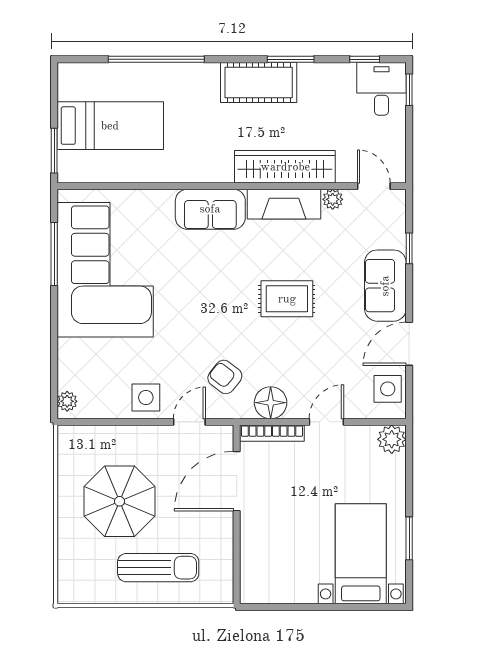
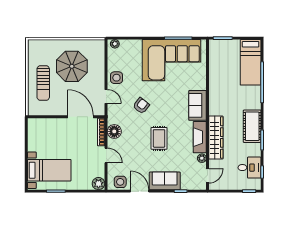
desk: (381, 89) -> (249, 168), moved
bed: (110, 126) -> (251, 62), moved
armchair: (225, 377) -> (141, 106), moved

